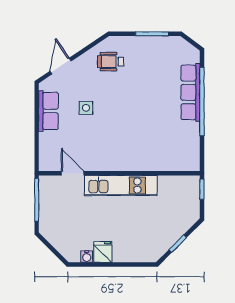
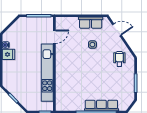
kitchen unit: (121, 185) -> (47, 73), width x1.36

